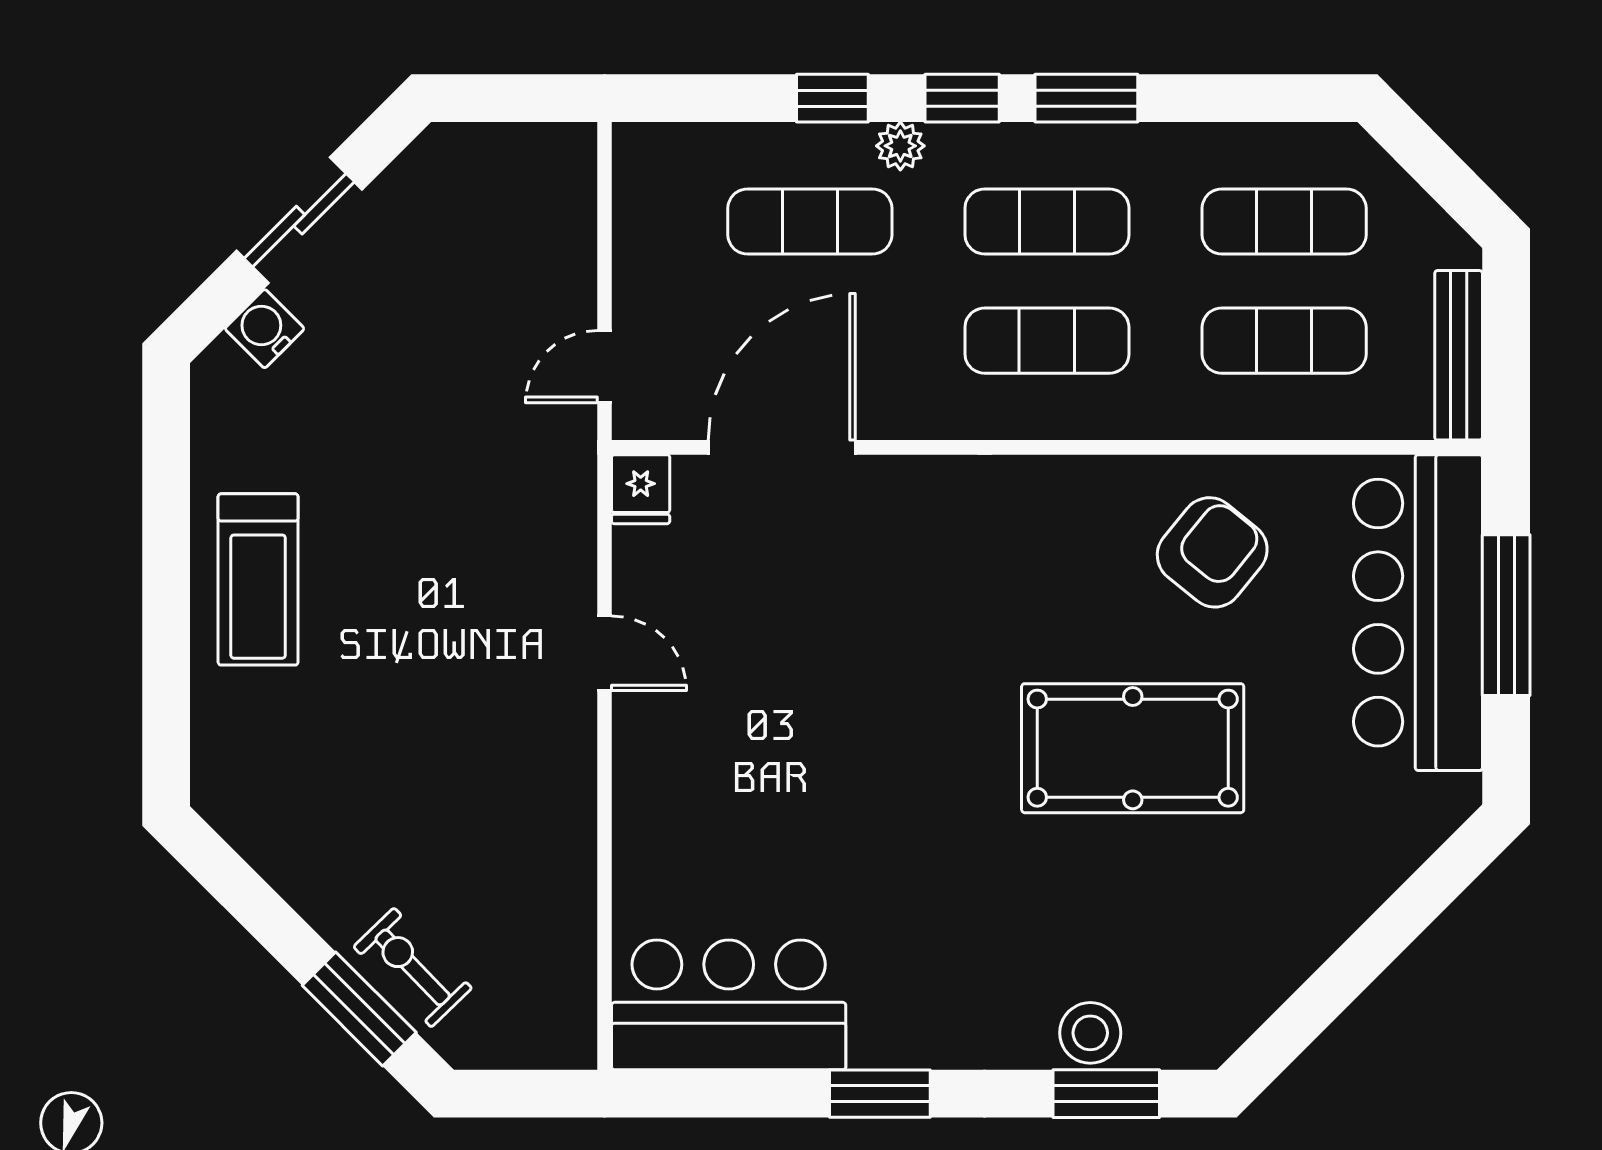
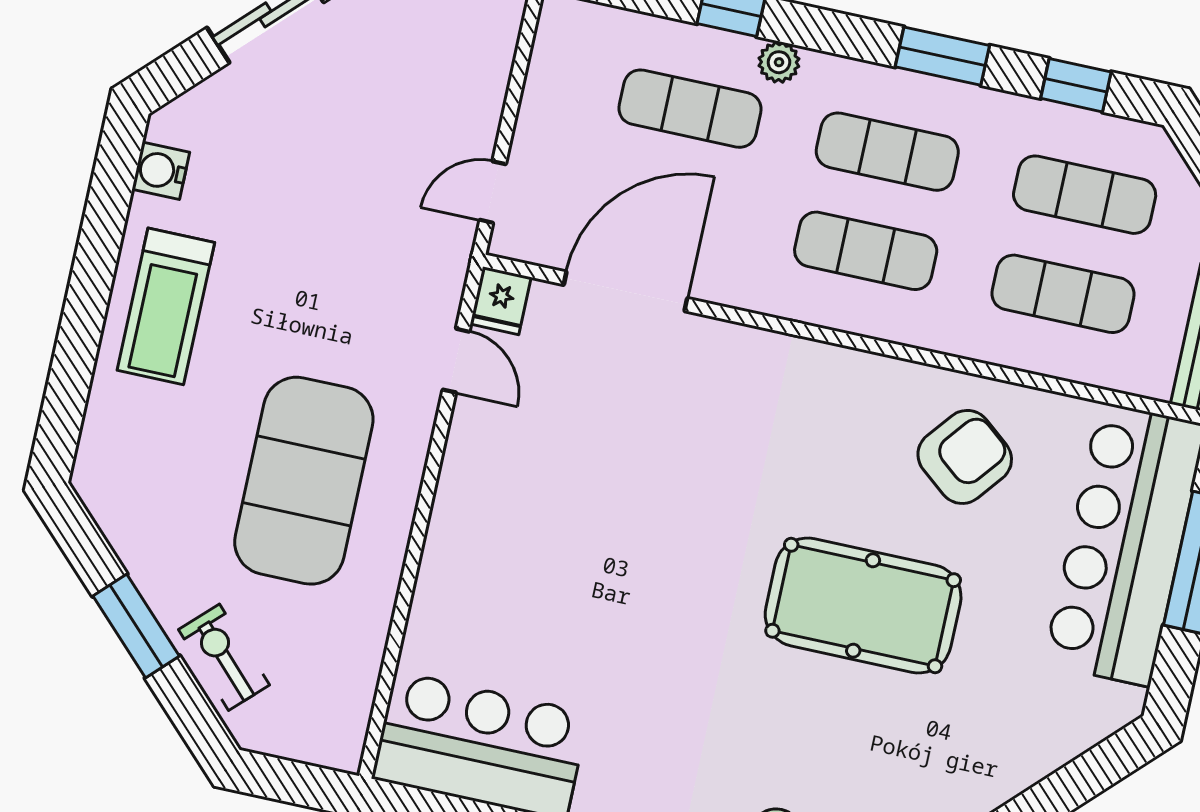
window: (962, 98) -> (1076, 85), moved
water cooler: (265, 329) -> (161, 171), moved, turned -45
door: (604, 653) -> (456, 361), moved
exercise mat: (460, 745) -> (304, 481), added
window: (359, 1009) -> (136, 626), moved

